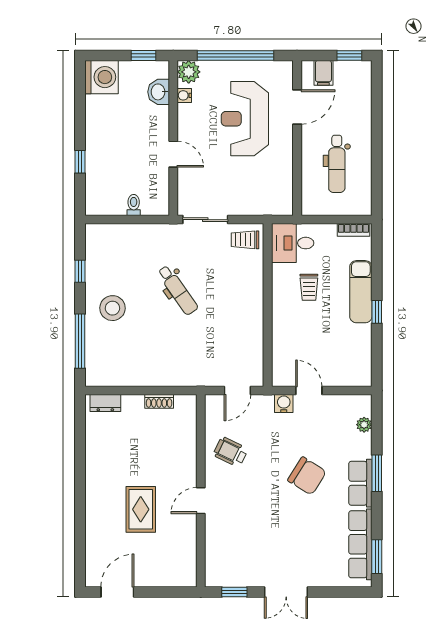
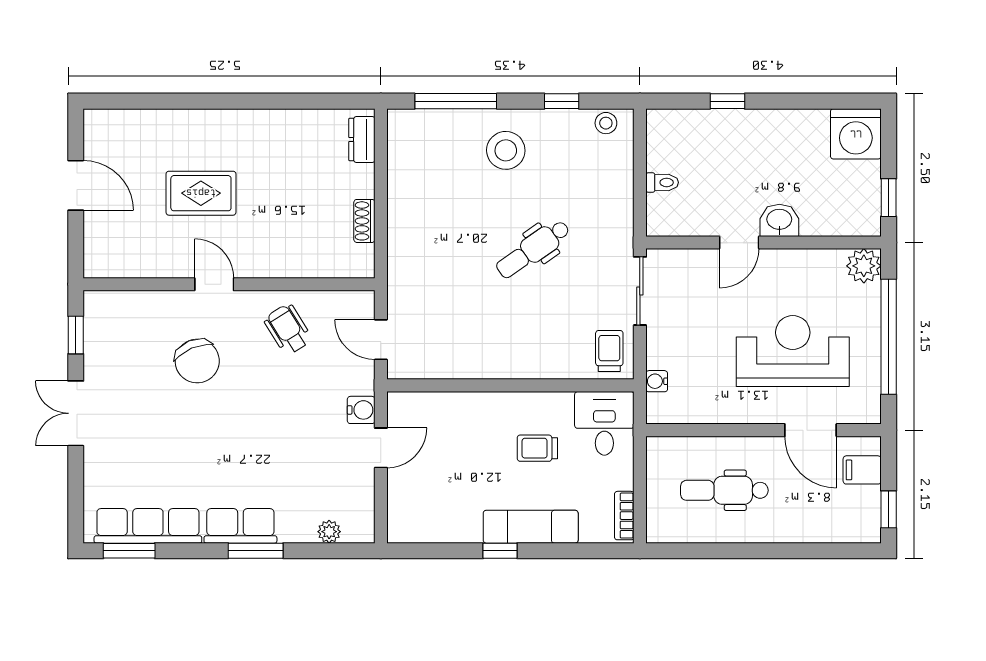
washbasin: (159, 92) -> (779, 220), moved
water cooler: (184, 95) -> (657, 381), moved, turned -90
stool: (94, 242) -> (606, 123), added
wheelchair: (231, 452) -> (288, 329), turned -58
chair: (307, 476) -> (197, 361), moved, turned -55
door: (117, 592) -> (76, 185), moved

